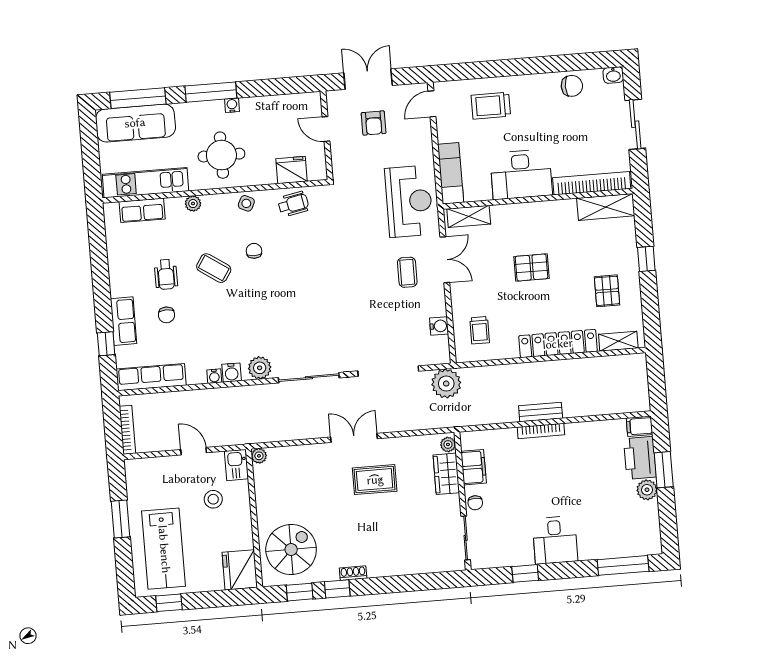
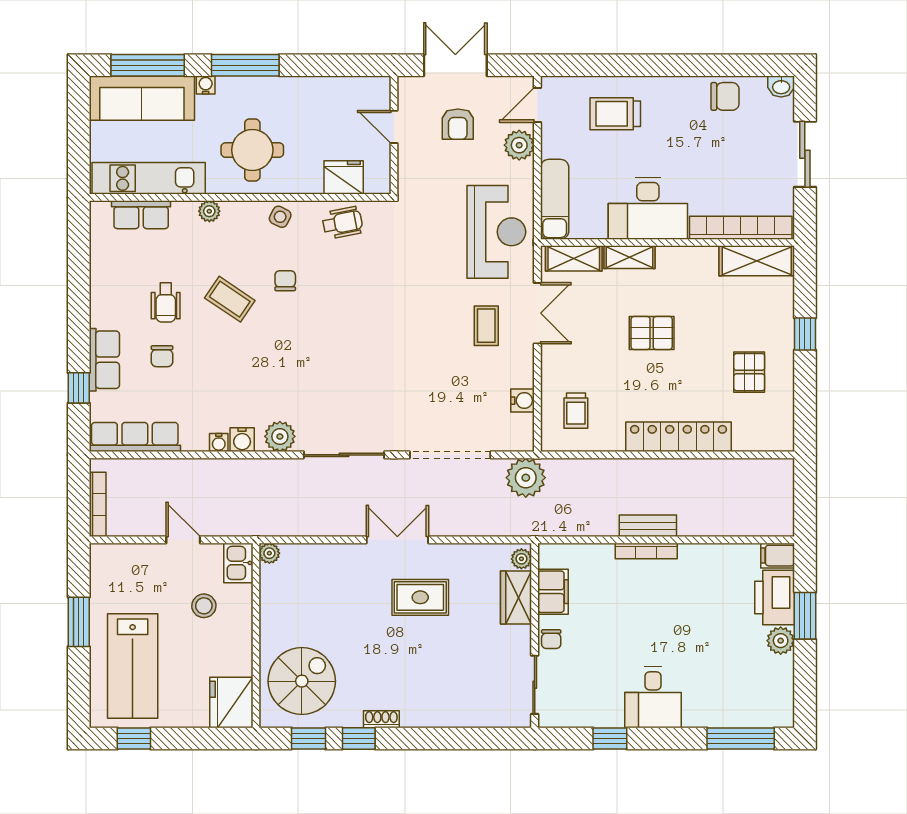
water cooler: (232, 105) -> (206, 85), moved
plant: (421, 135) -> (519, 145), added
shelving: (618, 341) -> (630, 257), moved

